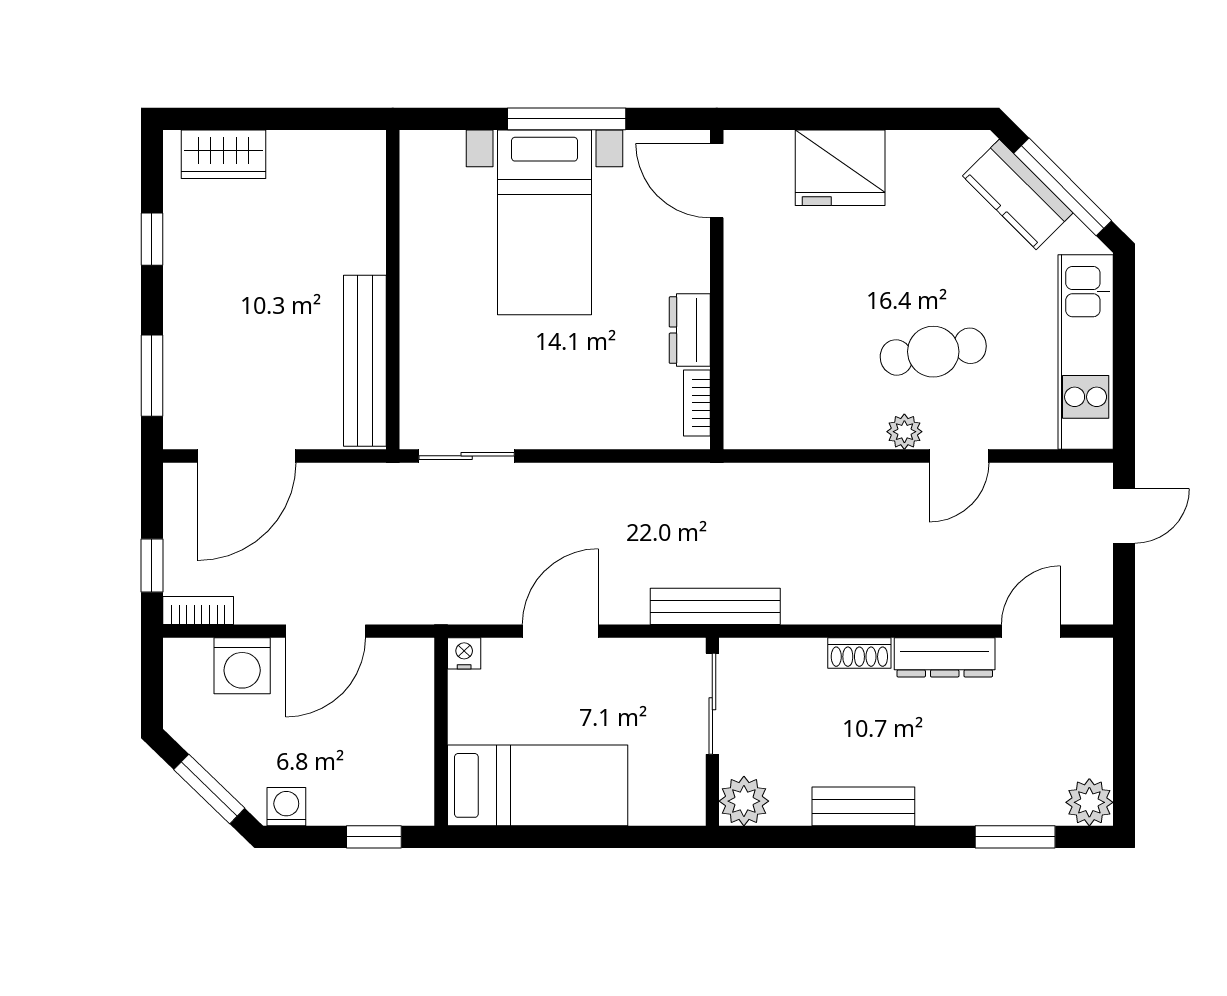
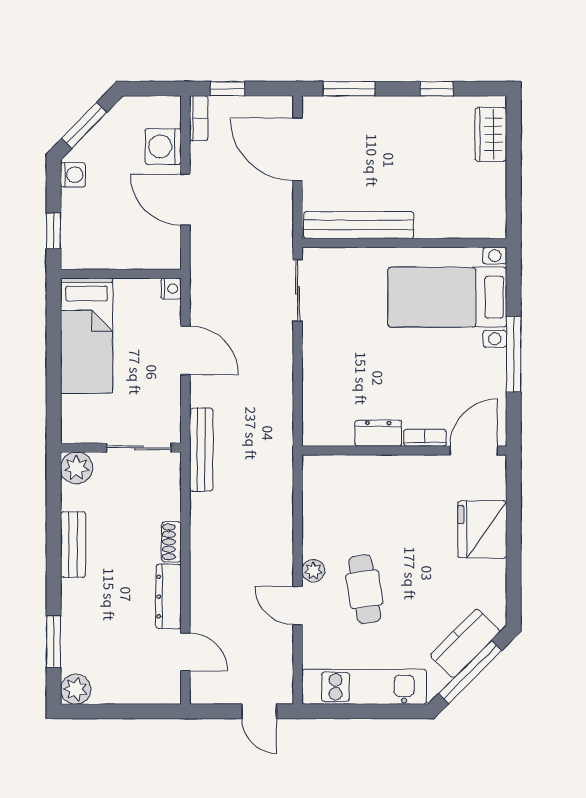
bed with nightstands: (544, 222) -> (447, 297), moved
bookcase: (697, 403) -> (425, 438), moved

